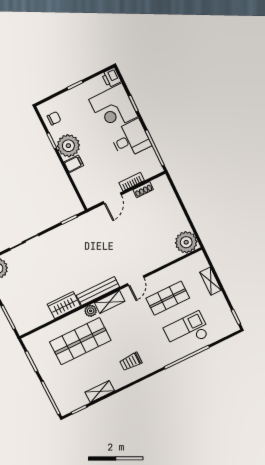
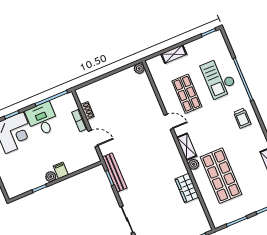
chair: (54, 118) -> (20, 185), removed
plant: (68, 146) -> (51, 177), width x0.53, depth x0.53
plant: (186, 242) -> (139, 68), width x0.53, depth x0.53
bench: (98, 291) -> (115, 173), moved
trolley: (131, 362) -> (242, 118), moved

